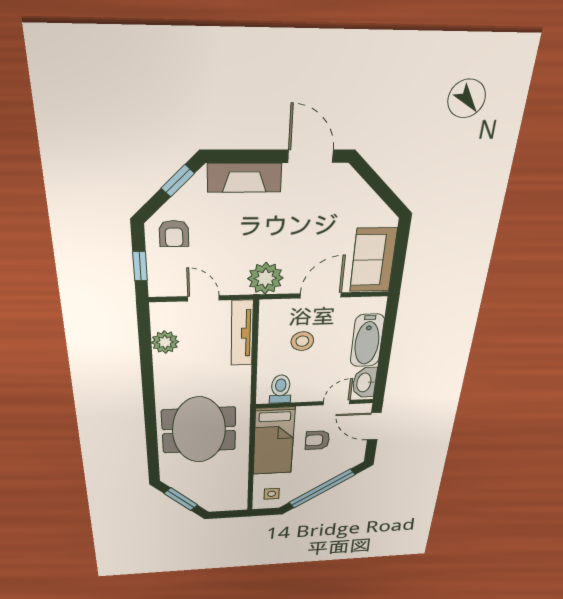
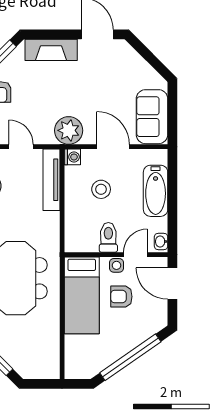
door: (321, 295) -> (113, 147), hinge flipped
washing machine: (269, 308) -> (72, 157), added
washbasin: (364, 382) -> (161, 241), width x0.52, depth x0.69
toilet: (281, 389) -> (108, 237), moved
side table: (272, 494) -> (116, 265), moved

